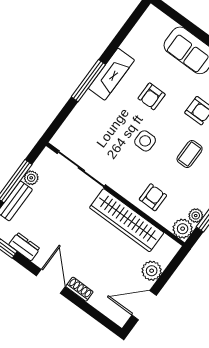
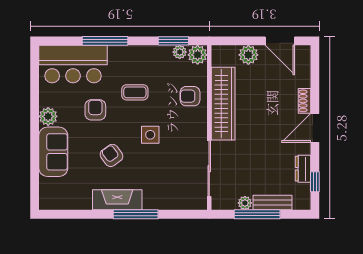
armchair: (152, 96) -> (111, 155), turned -126

